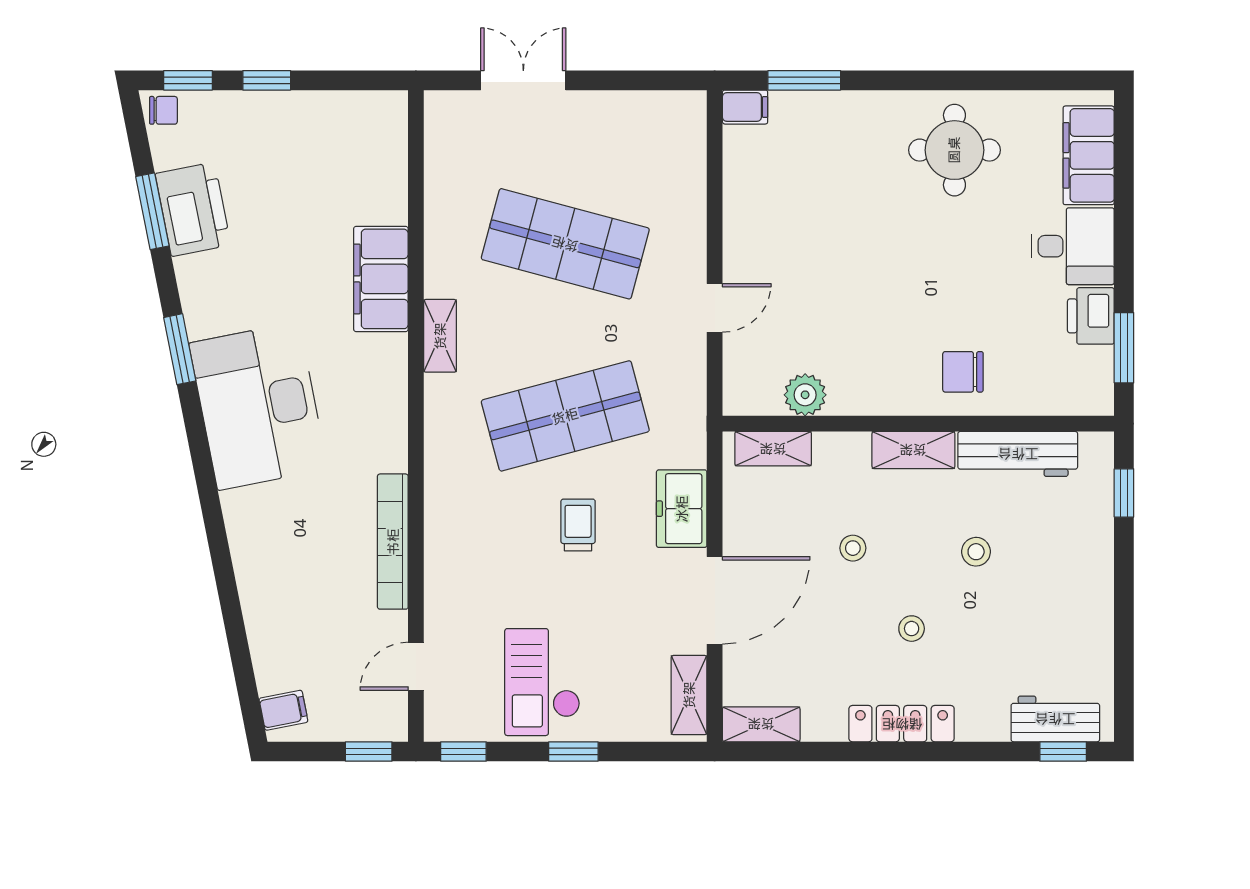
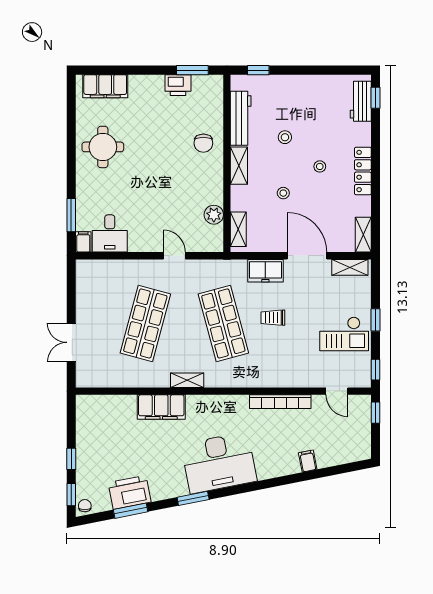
desk: (1073, 246) -> (110, 233), moved, turned 180
filing cabinet: (283, 710) -> (308, 461), moved

